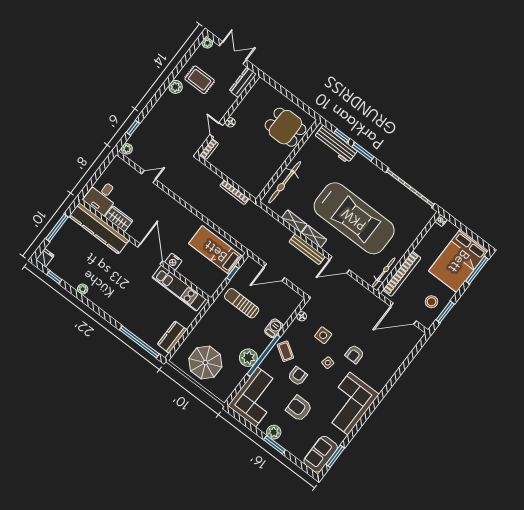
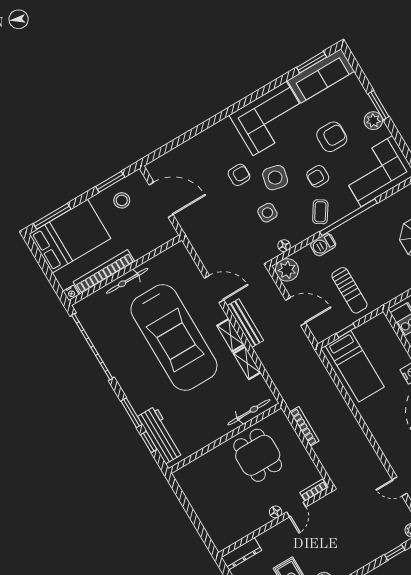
dining table: (285, 127) -> (258, 455), moved
bicycle: (285, 182) -> (249, 412), width x0.73, depth x0.71
car: (354, 218) -> (174, 338), turned 180
bicycle: (383, 273) -> (127, 281), moved
bookcase: (402, 274) -> (104, 272), moved
plant: (248, 358) -> (287, 270), moved
side table: (328, 363) -> (275, 178), width x1.87, depth x1.87
armchair: (299, 408) -> (332, 137), turned -90
sofa: (321, 454) -> (321, 76), width x1.36

